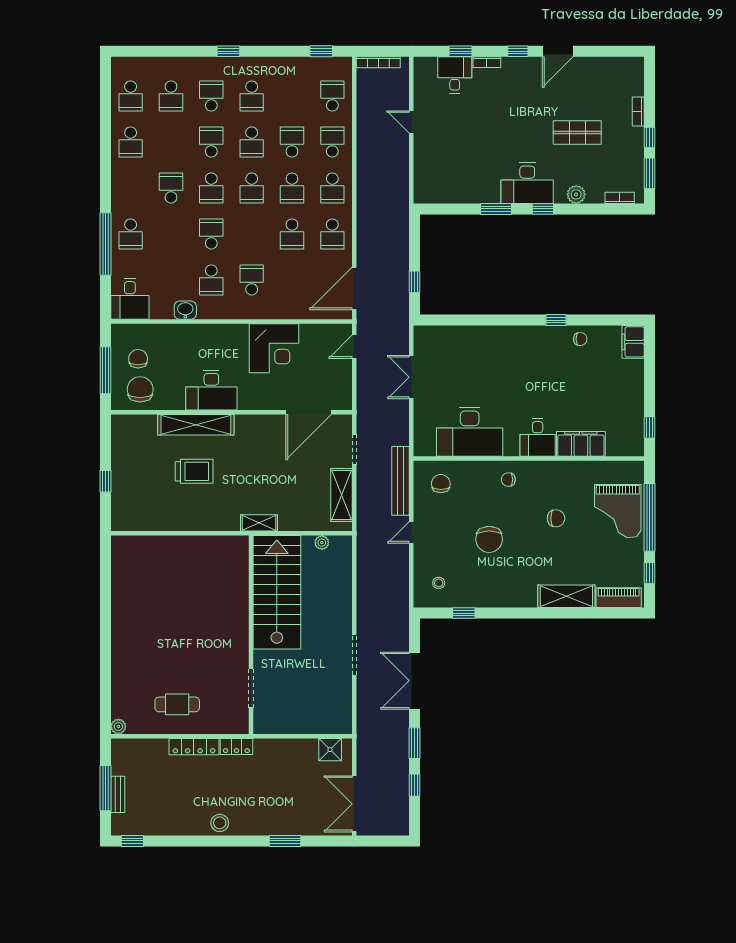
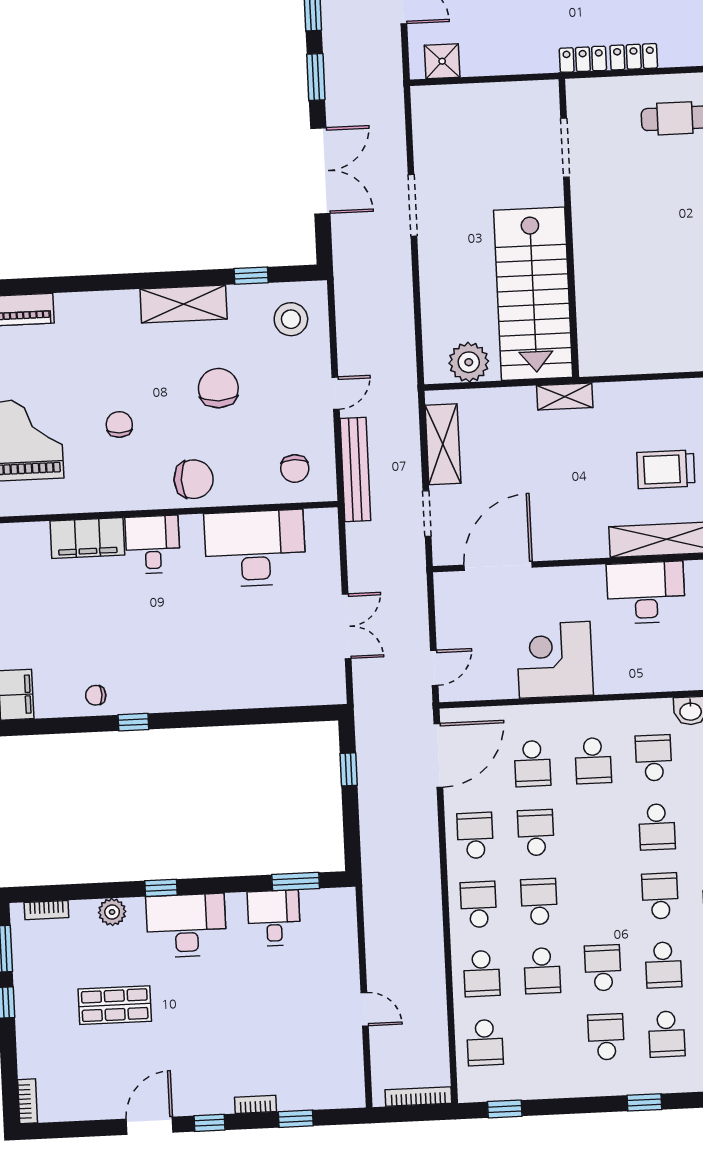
desk: (455, 75) -> (274, 918), moved, turned 180
bookcase: (638, 111) -> (28, 1101), moved
school desk: (252, 188) -> (533, 764), moved, turned 180
window: (496, 209) -> (296, 882), moved
chair: (508, 480) -> (194, 479), width x1.87, depth x1.87
chair: (556, 518) -> (119, 424), turned 90
plant: (322, 543) -> (469, 362), width x1.88, depth x1.88
stool: (439, 583) -> (291, 319), width x1.89, depth x1.89
shelving: (566, 596) -> (184, 304), moved
locker: (194, 747) -> (634, 57), width x0.66

